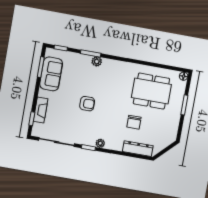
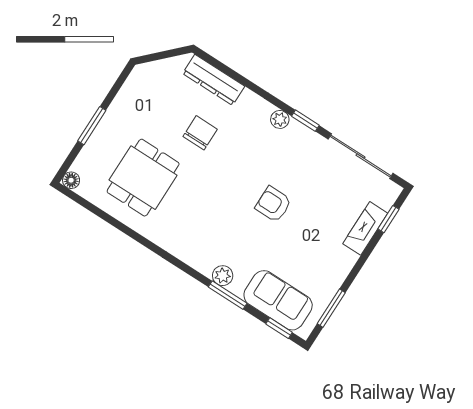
sofa: (51, 74) -> (278, 300), moved, turned 90
dining table: (151, 91) -> (143, 178), width x0.73

